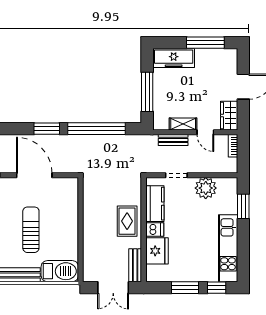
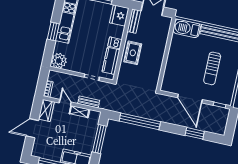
window: (47, 129) -> (195, 133), moved
plant: (206, 188) -> (59, 61), moved
window: (243, 206) -> (53, 32), moved
sun lounger: (31, 230) -> (212, 68), moved
fridge: (157, 251) -> (119, 15), moved

